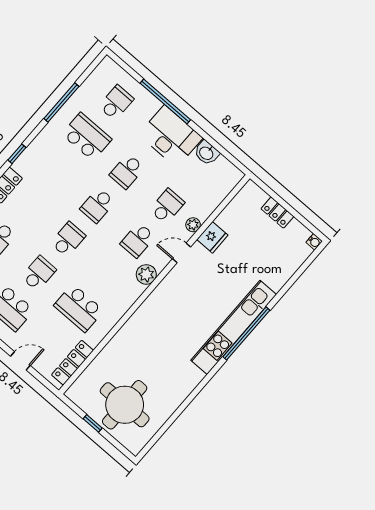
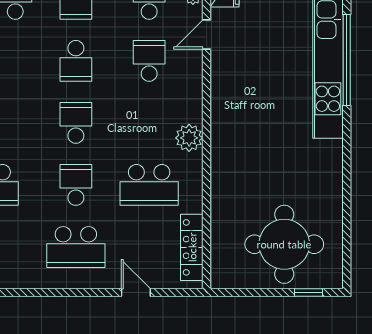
school desk: (138, 240) -> (149, 61), turned 180
plant: (146, 274) -> (189, 138), moved
door: (20, 361) -> (136, 293), hinge flipped
window: (93, 423) -> (308, 293), moved

